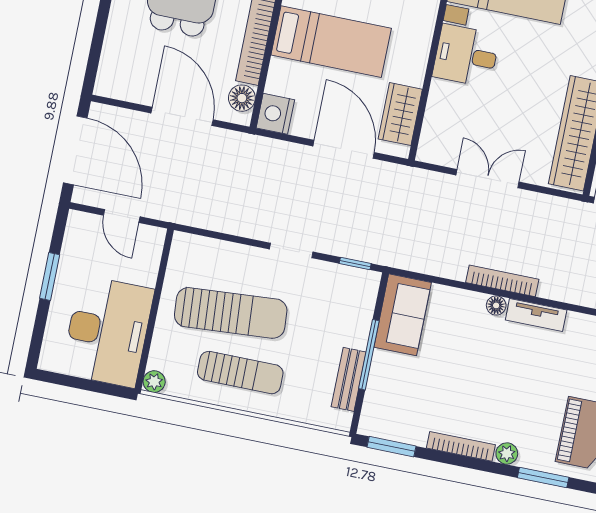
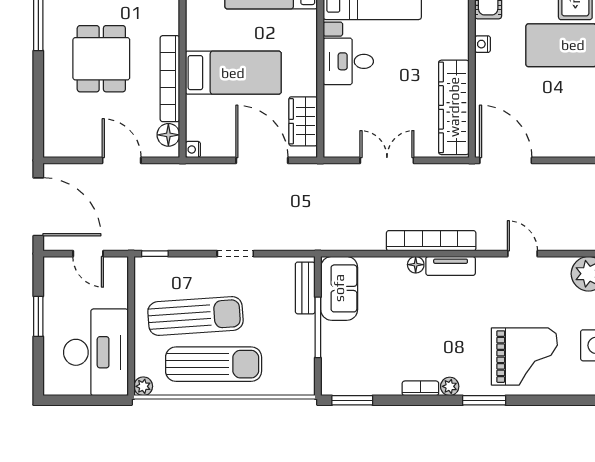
nightstand: (275, 114) -> (193, 149), width x0.53, depth x0.56
door: (182, 116) -> (122, 160), width x0.73
window: (355, 264) -> (155, 254), moved
bookcase: (502, 281) -> (431, 241), width x1.48, depth x1.31
sun lounger: (240, 373) -> (214, 364), width x1.36, depth x1.34
bench: (349, 379) -> (305, 288), moved
bookcase: (461, 446) -> (420, 388), width x0.64

